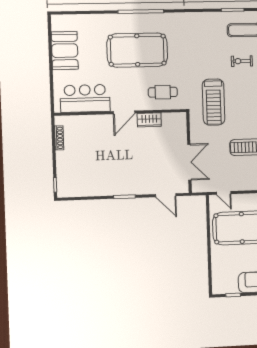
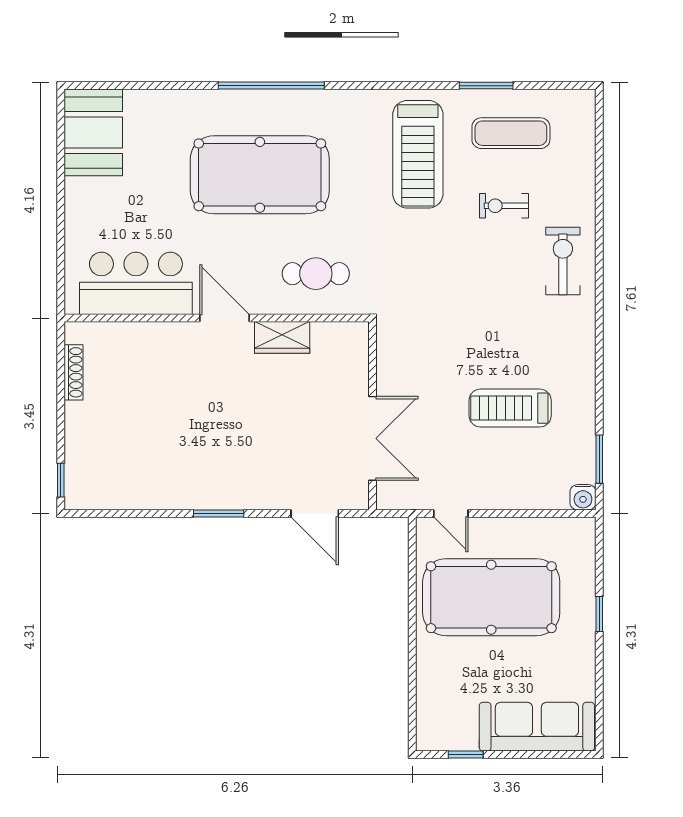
booth: (65, 51) -> (93, 132), moved
treadmill: (214, 102) -> (418, 154), moved
door: (124, 112) -> (224, 318), swing flipped

